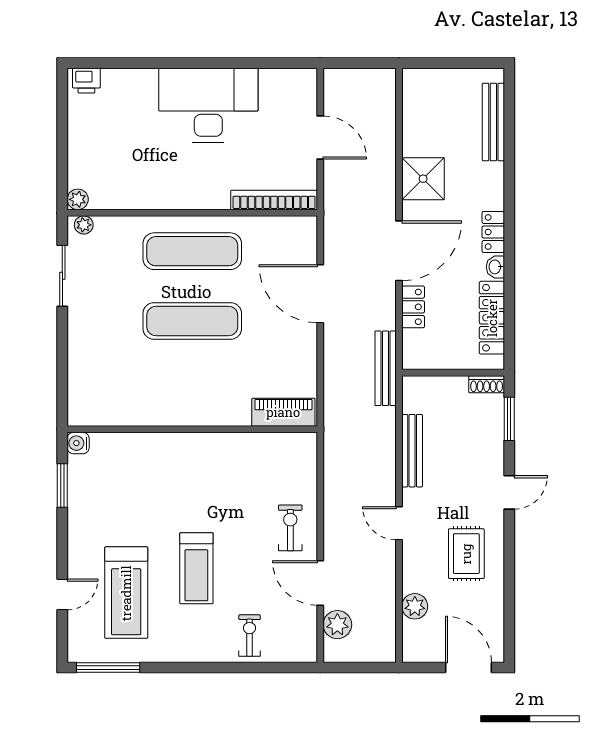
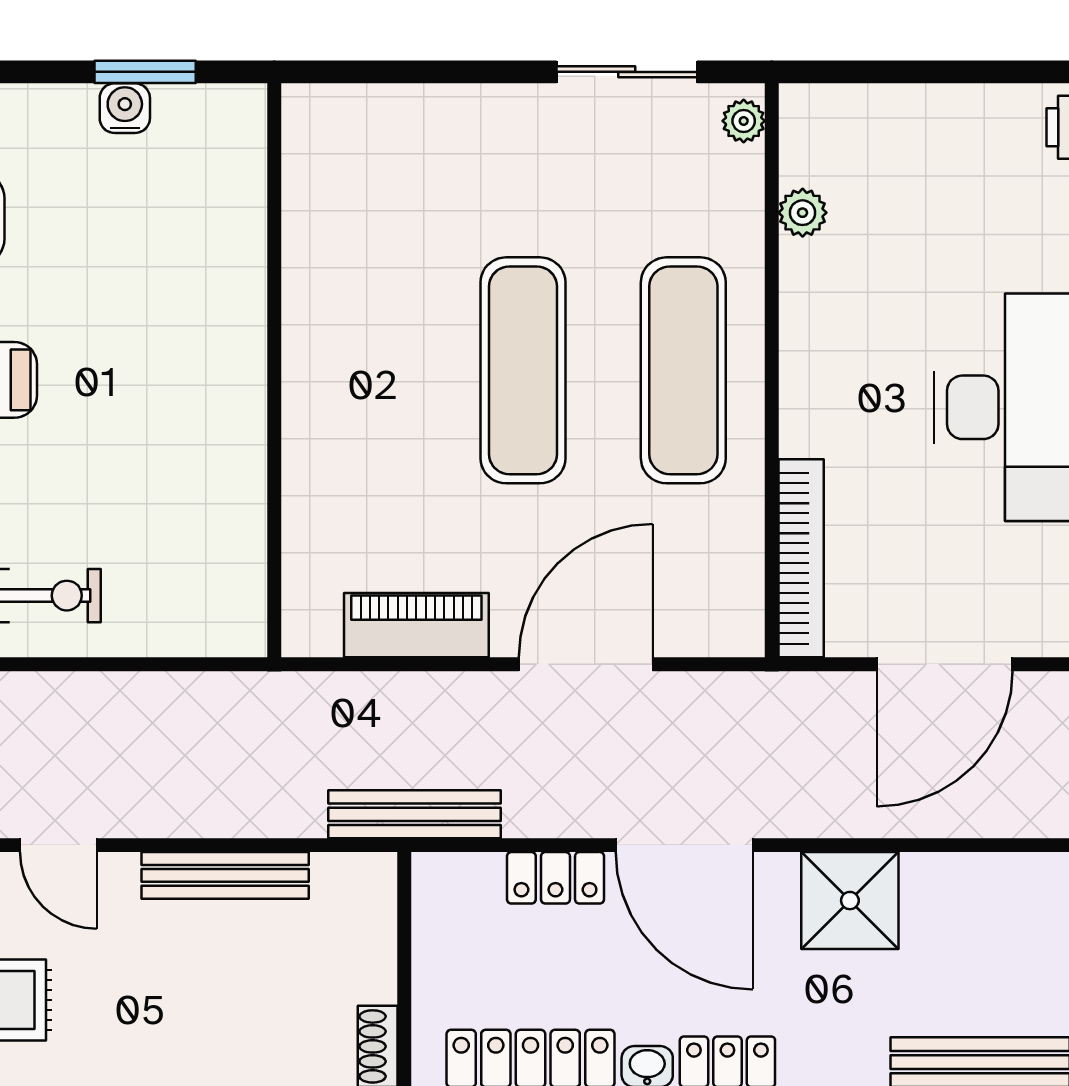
door: (320, 137) -> (945, 664), width x1.36
plant: (78, 199) -> (803, 213), moved
piano: (283, 412) -> (416, 625), moved, turned -90
water cooler: (78, 443) -> (125, 108), moved
door: (399, 523) -> (58, 845), swing flipped

